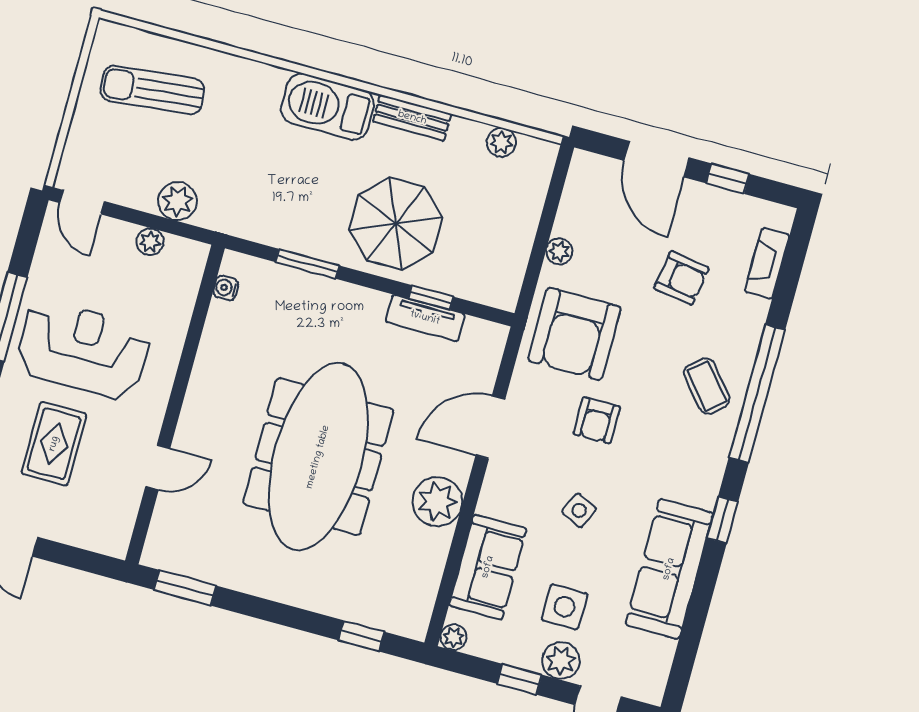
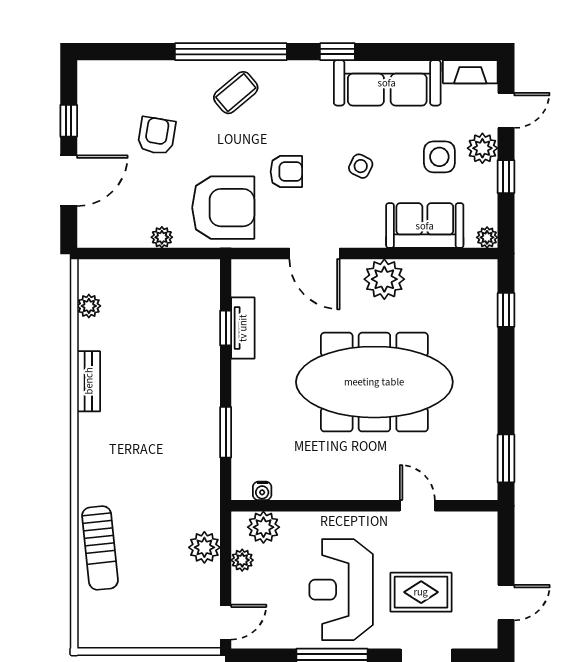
sun lounger: (152, 90) -> (100, 548), moved
barbecue: (328, 107) -> (98, 450), removed
parasol: (396, 224) -> (175, 371), removed
fireplace: (767, 263) -> (470, 72), moved
plant: (182, 278) -> (263, 527), added

